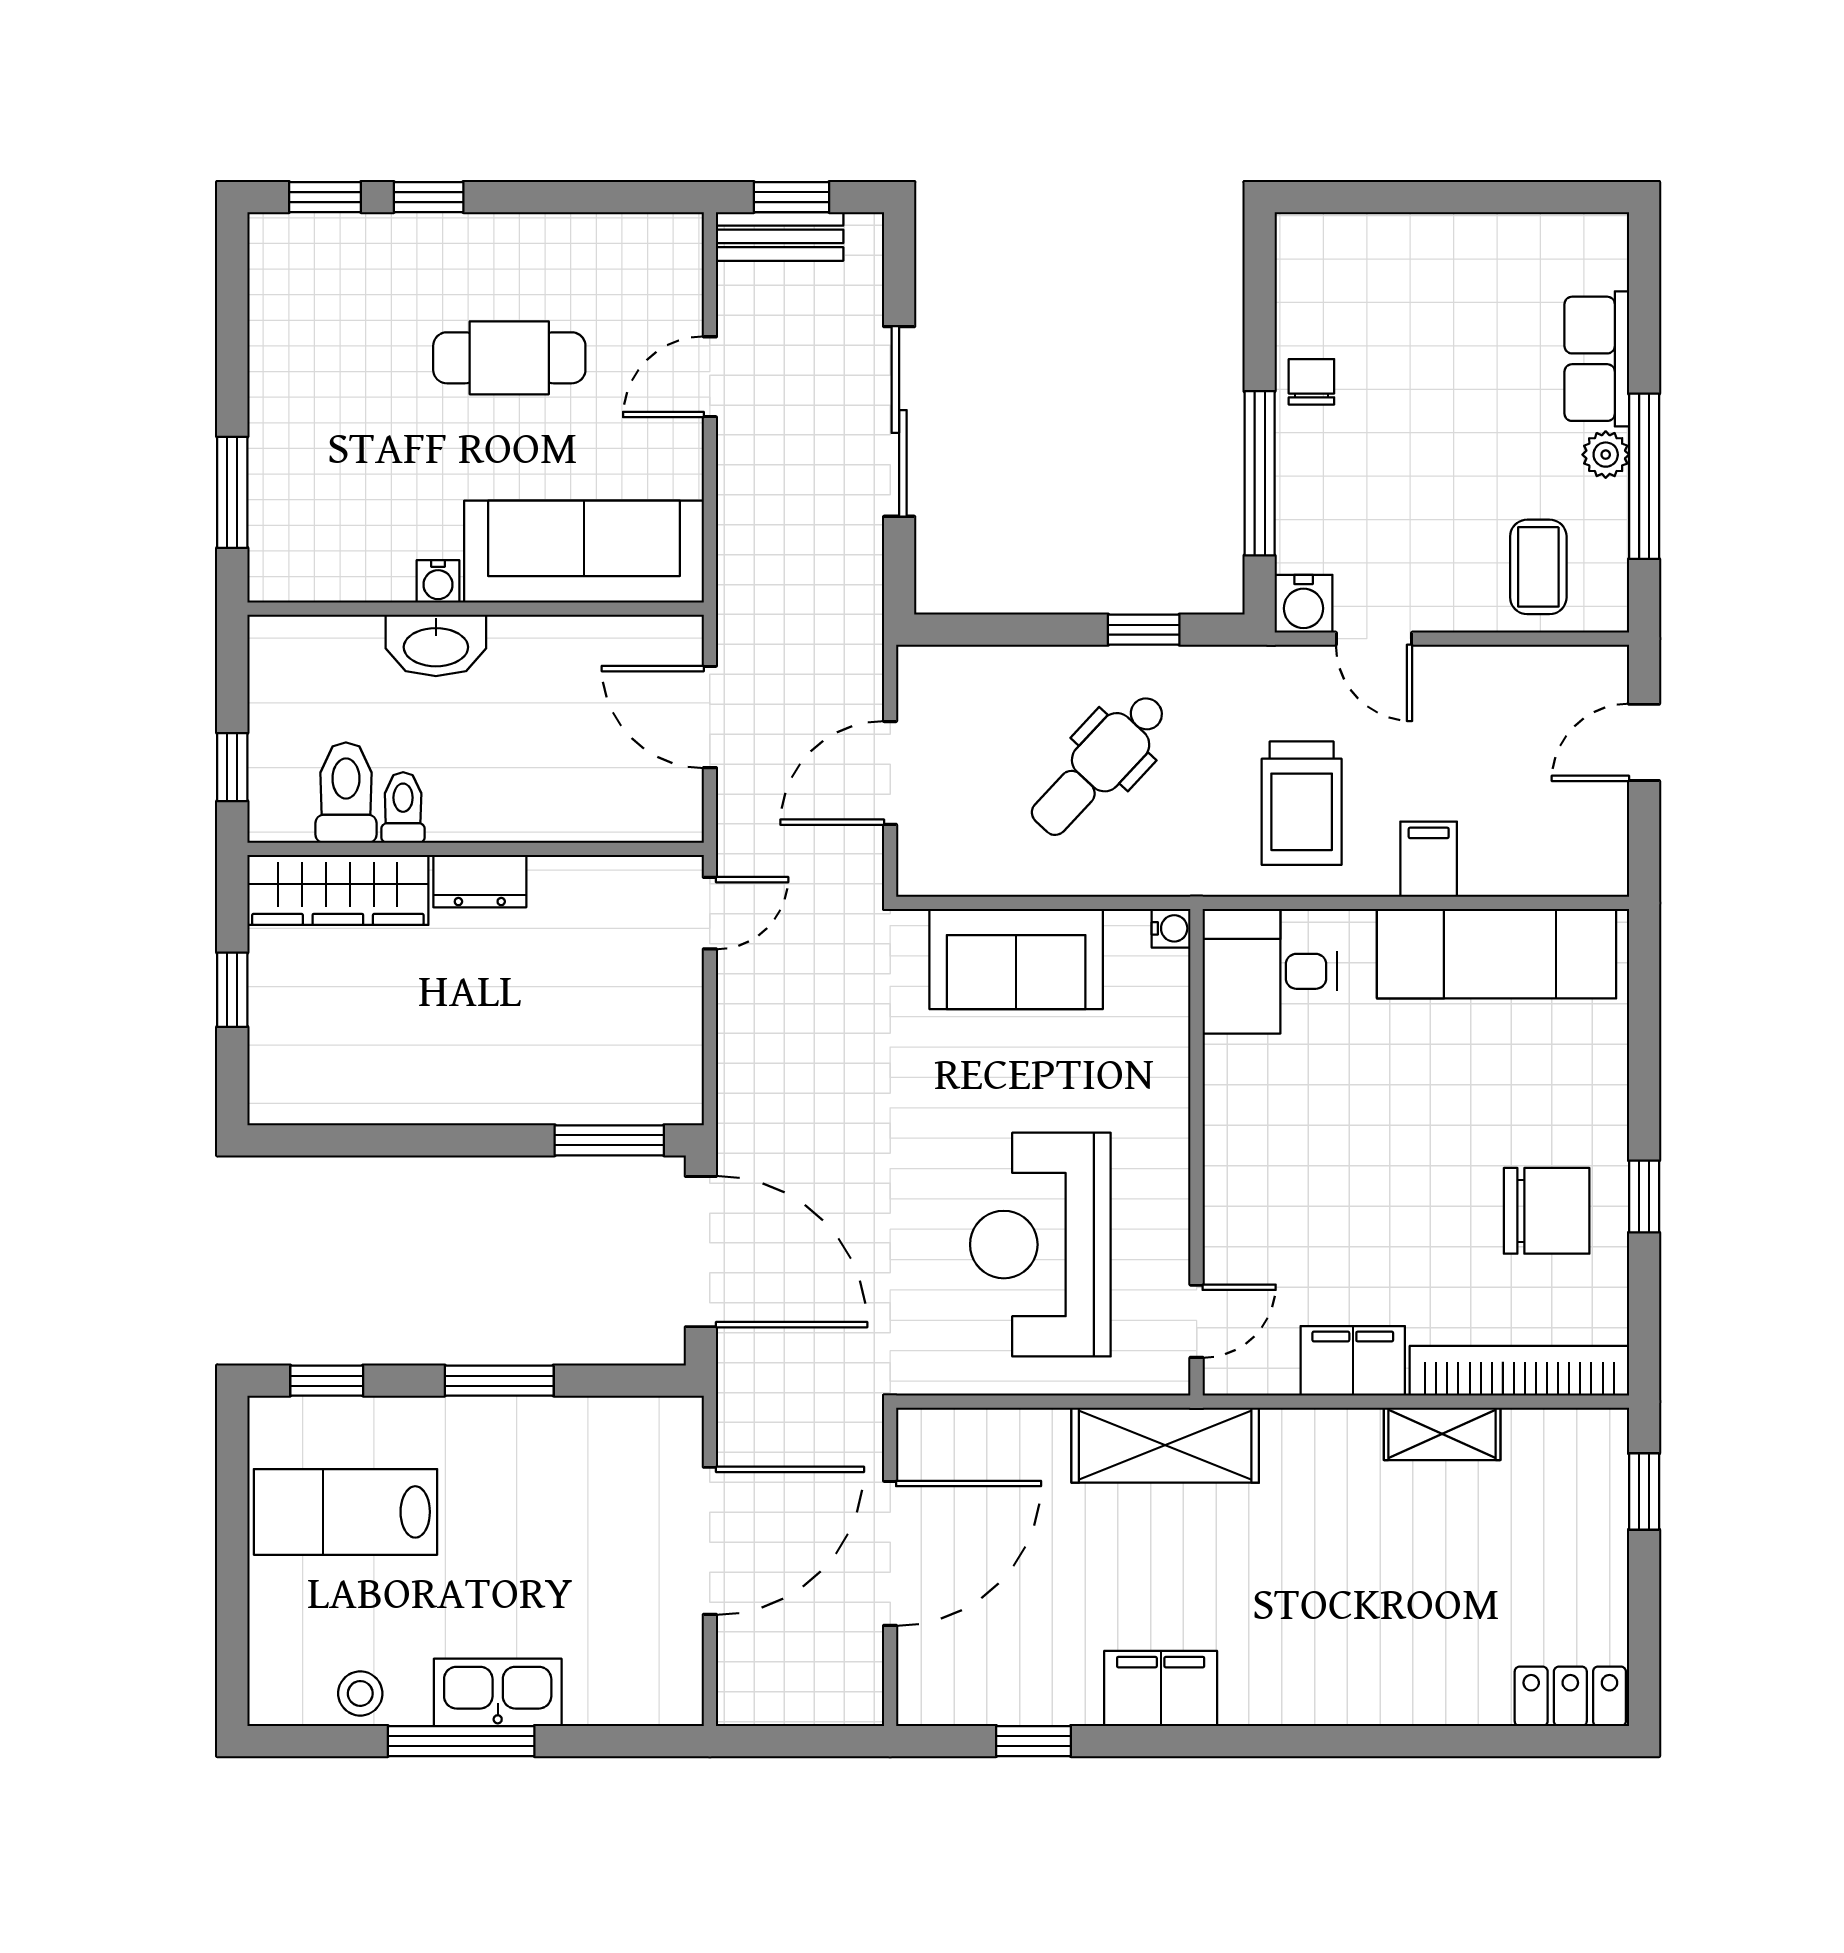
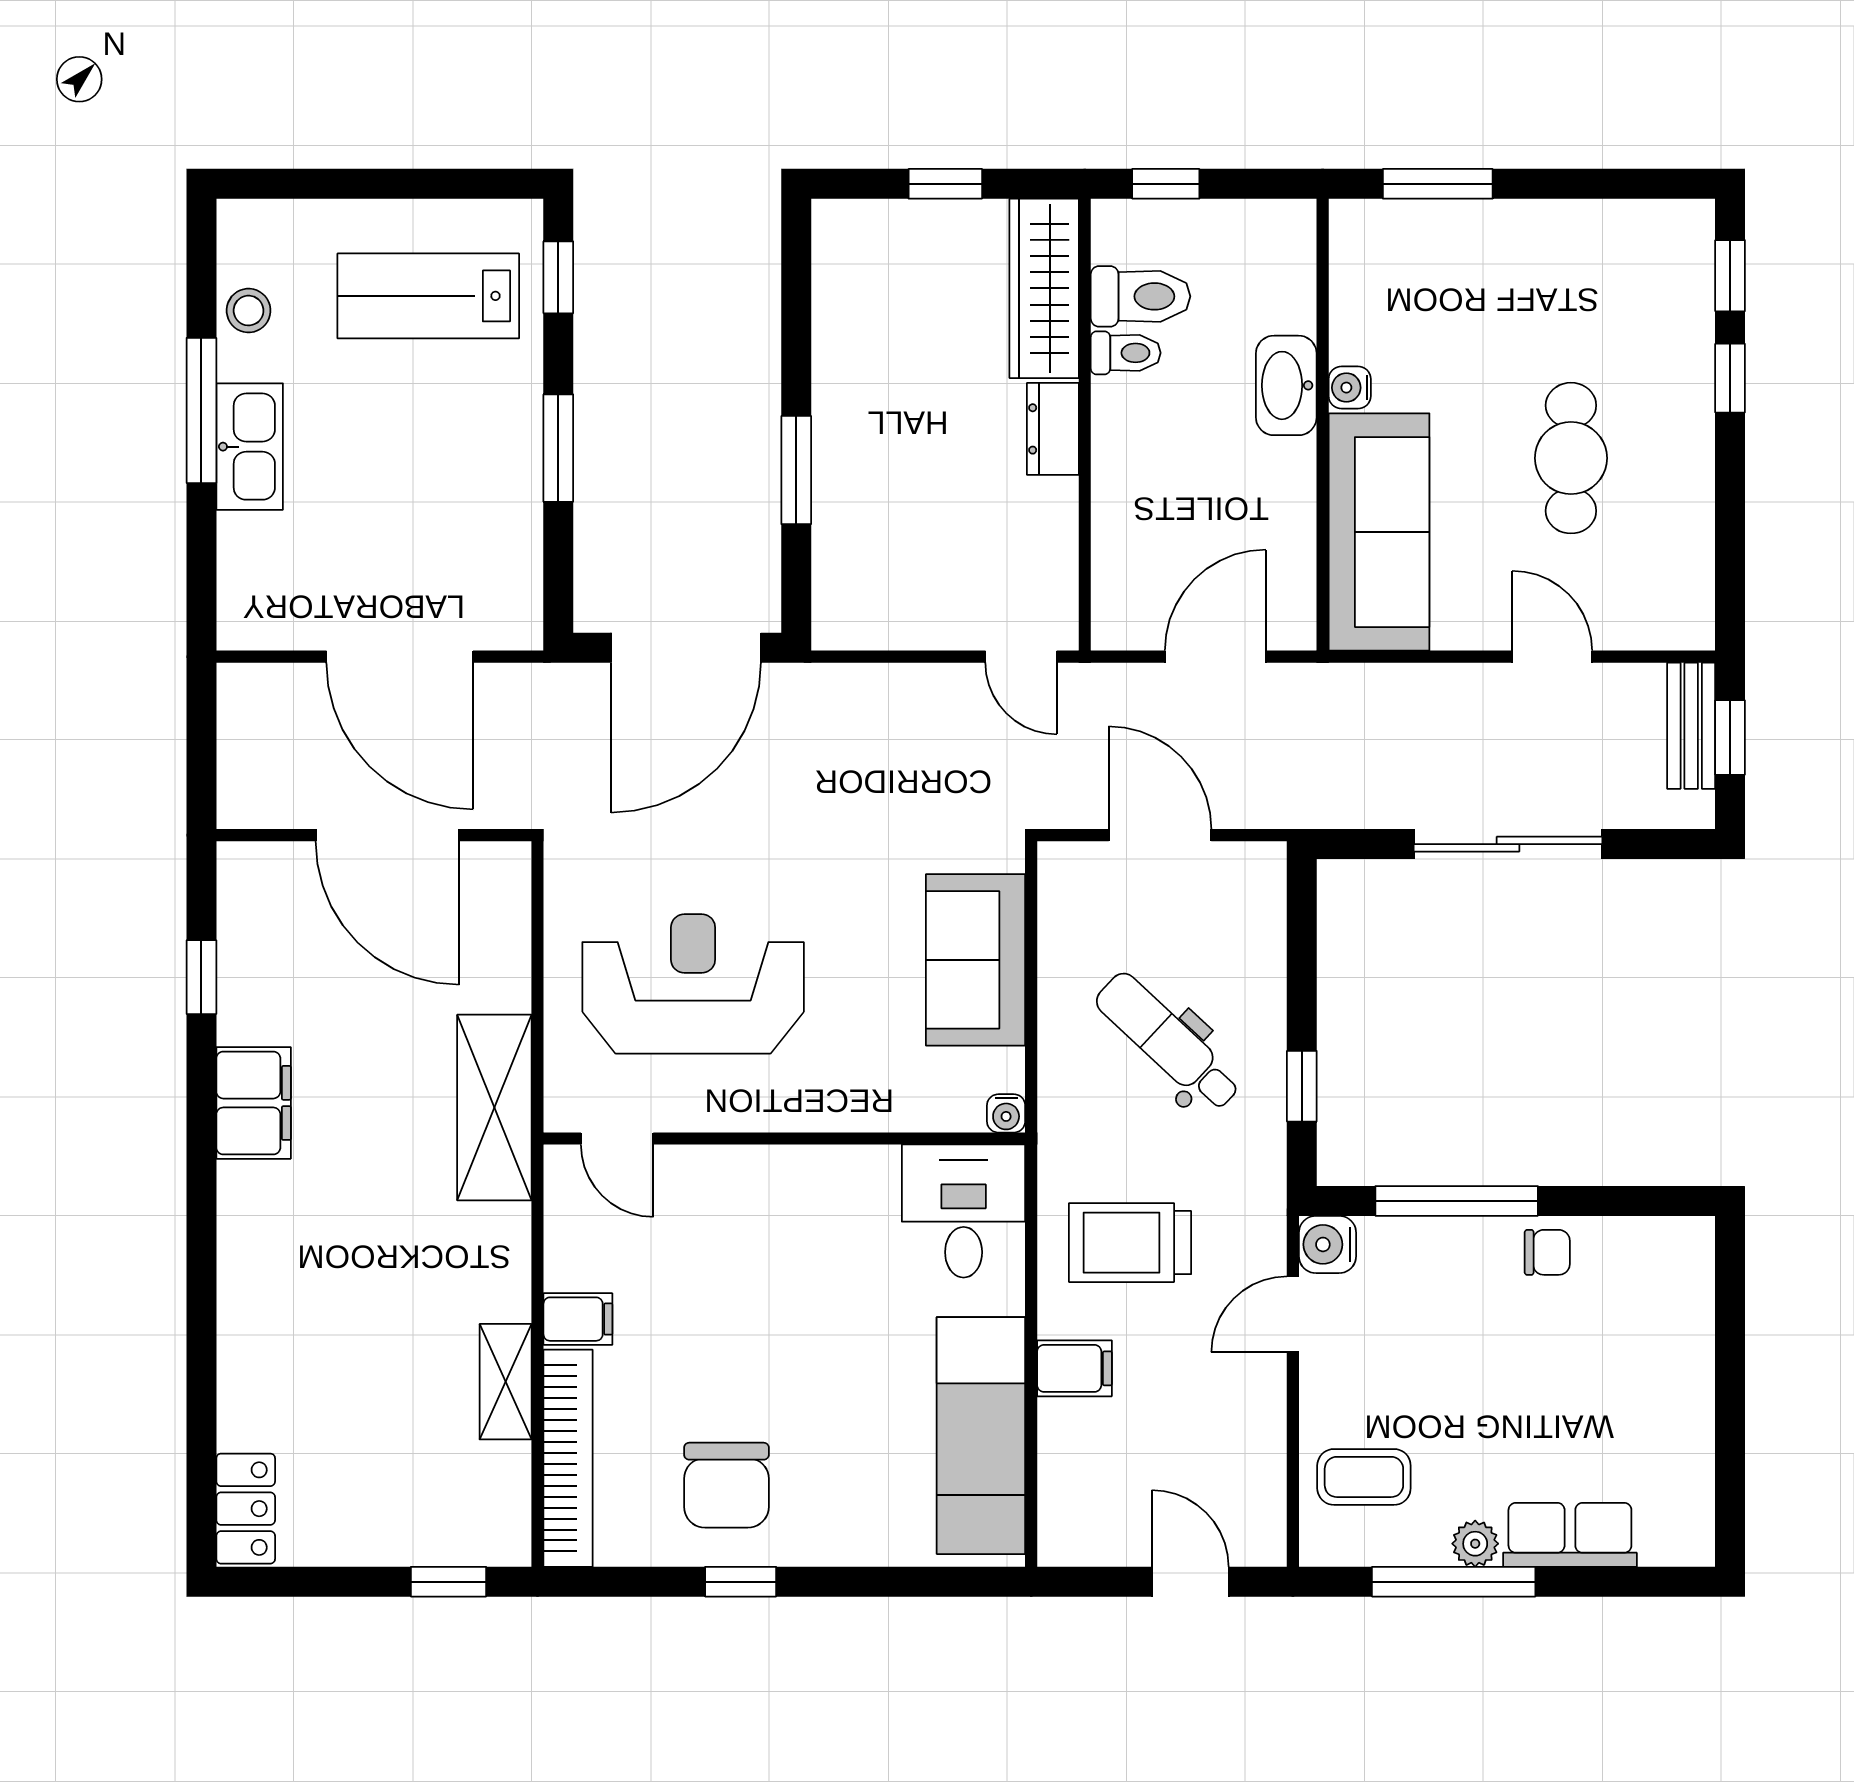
window: (609, 1140) -> (796, 470), moved
filing cabinet: (1353, 1361) -> (578, 1319), width x0.50
lab bench: (346, 1512) -> (428, 296), turned -90

